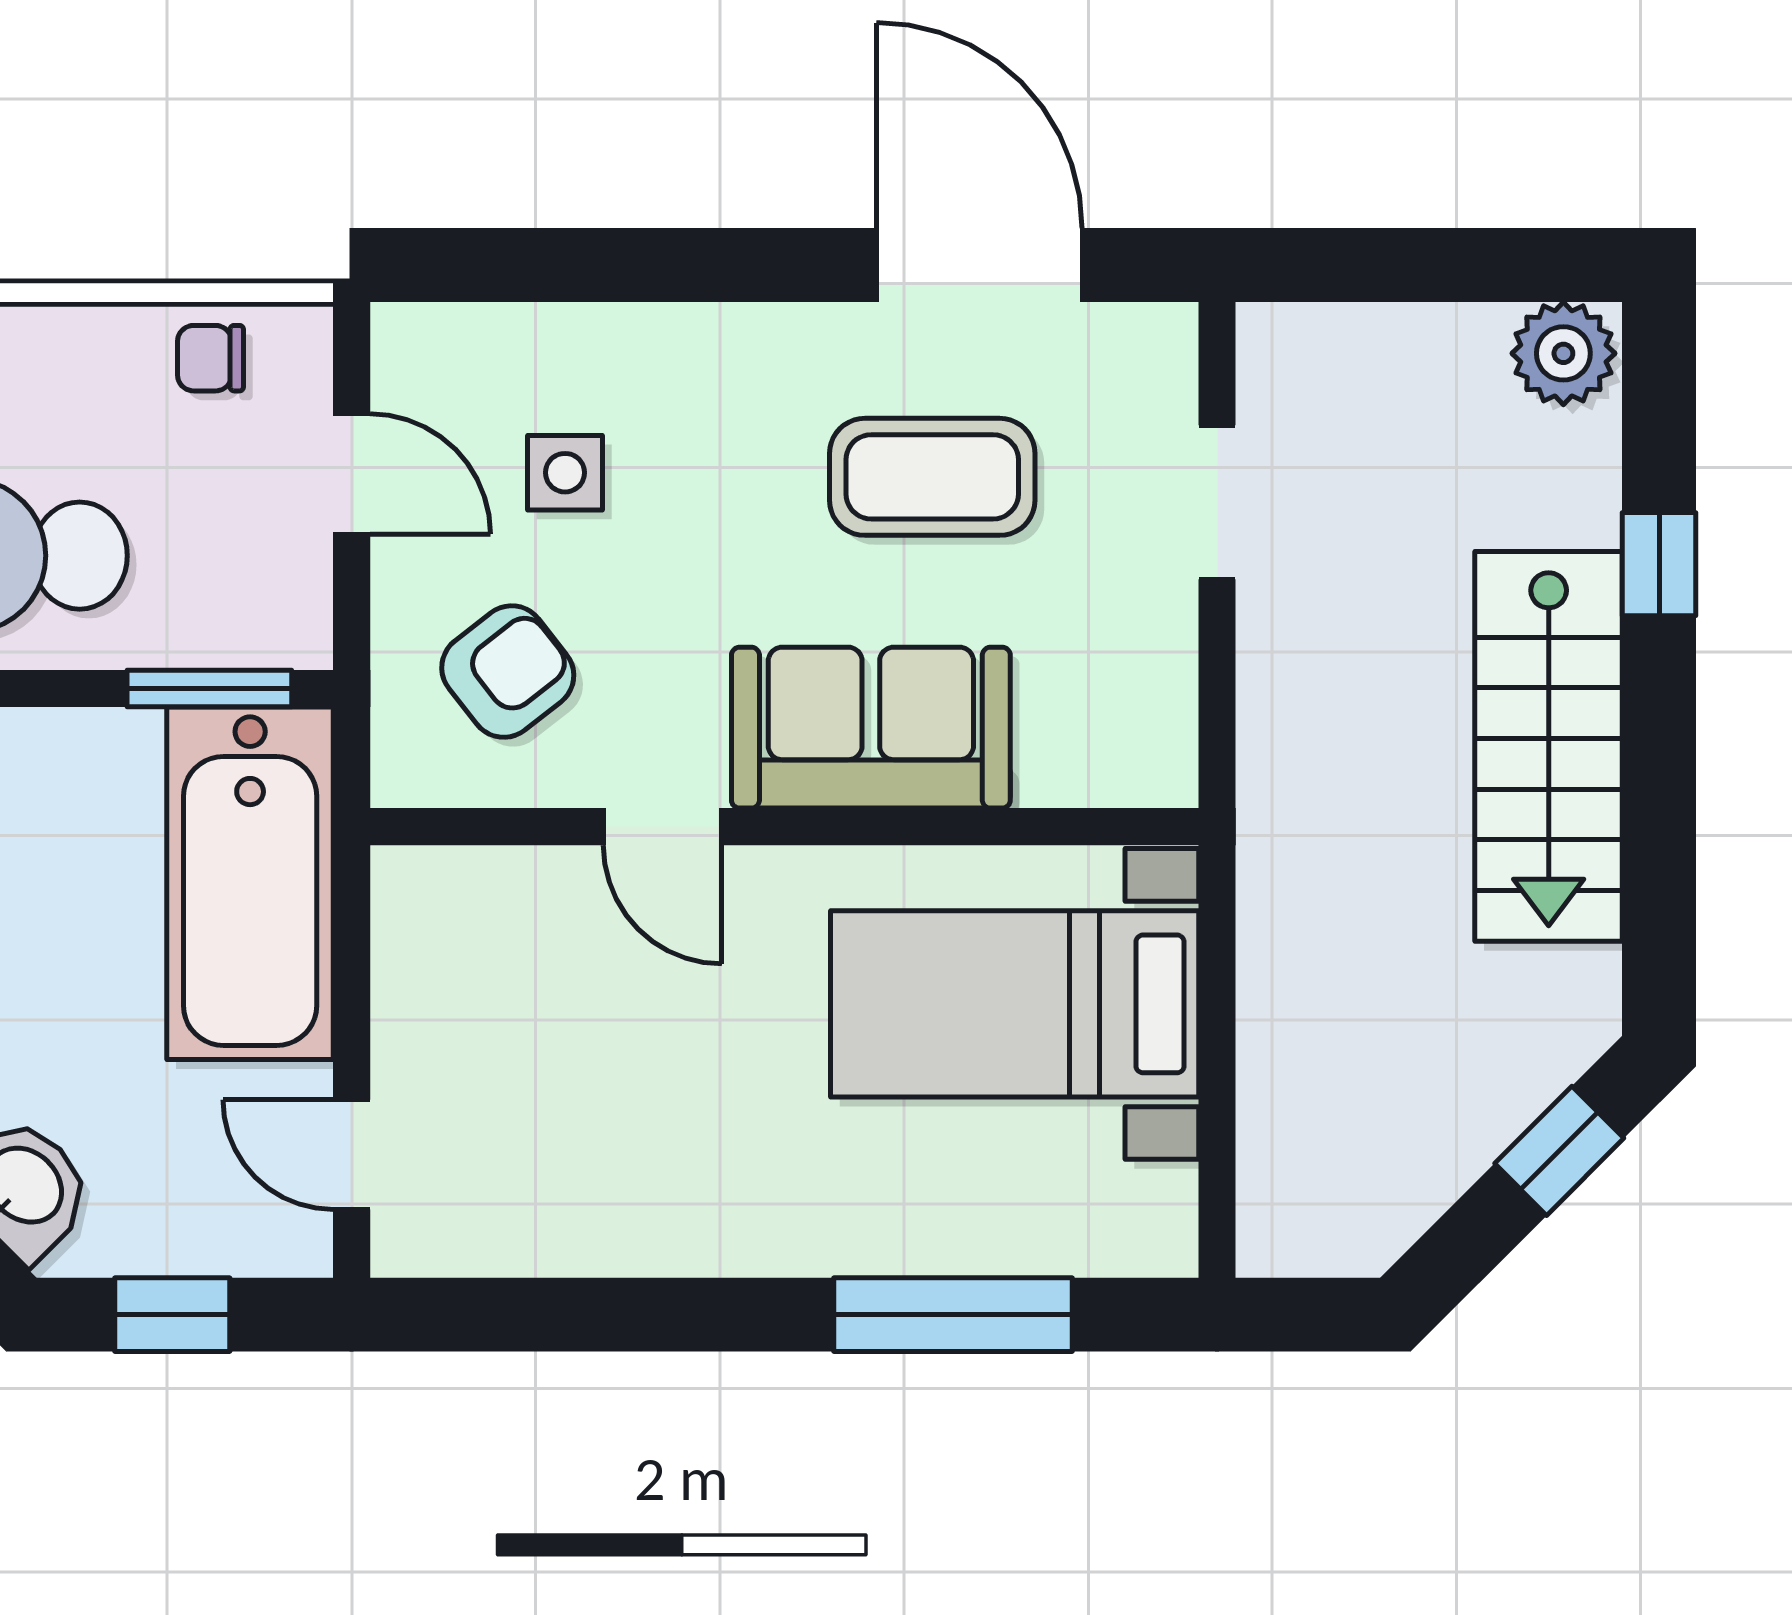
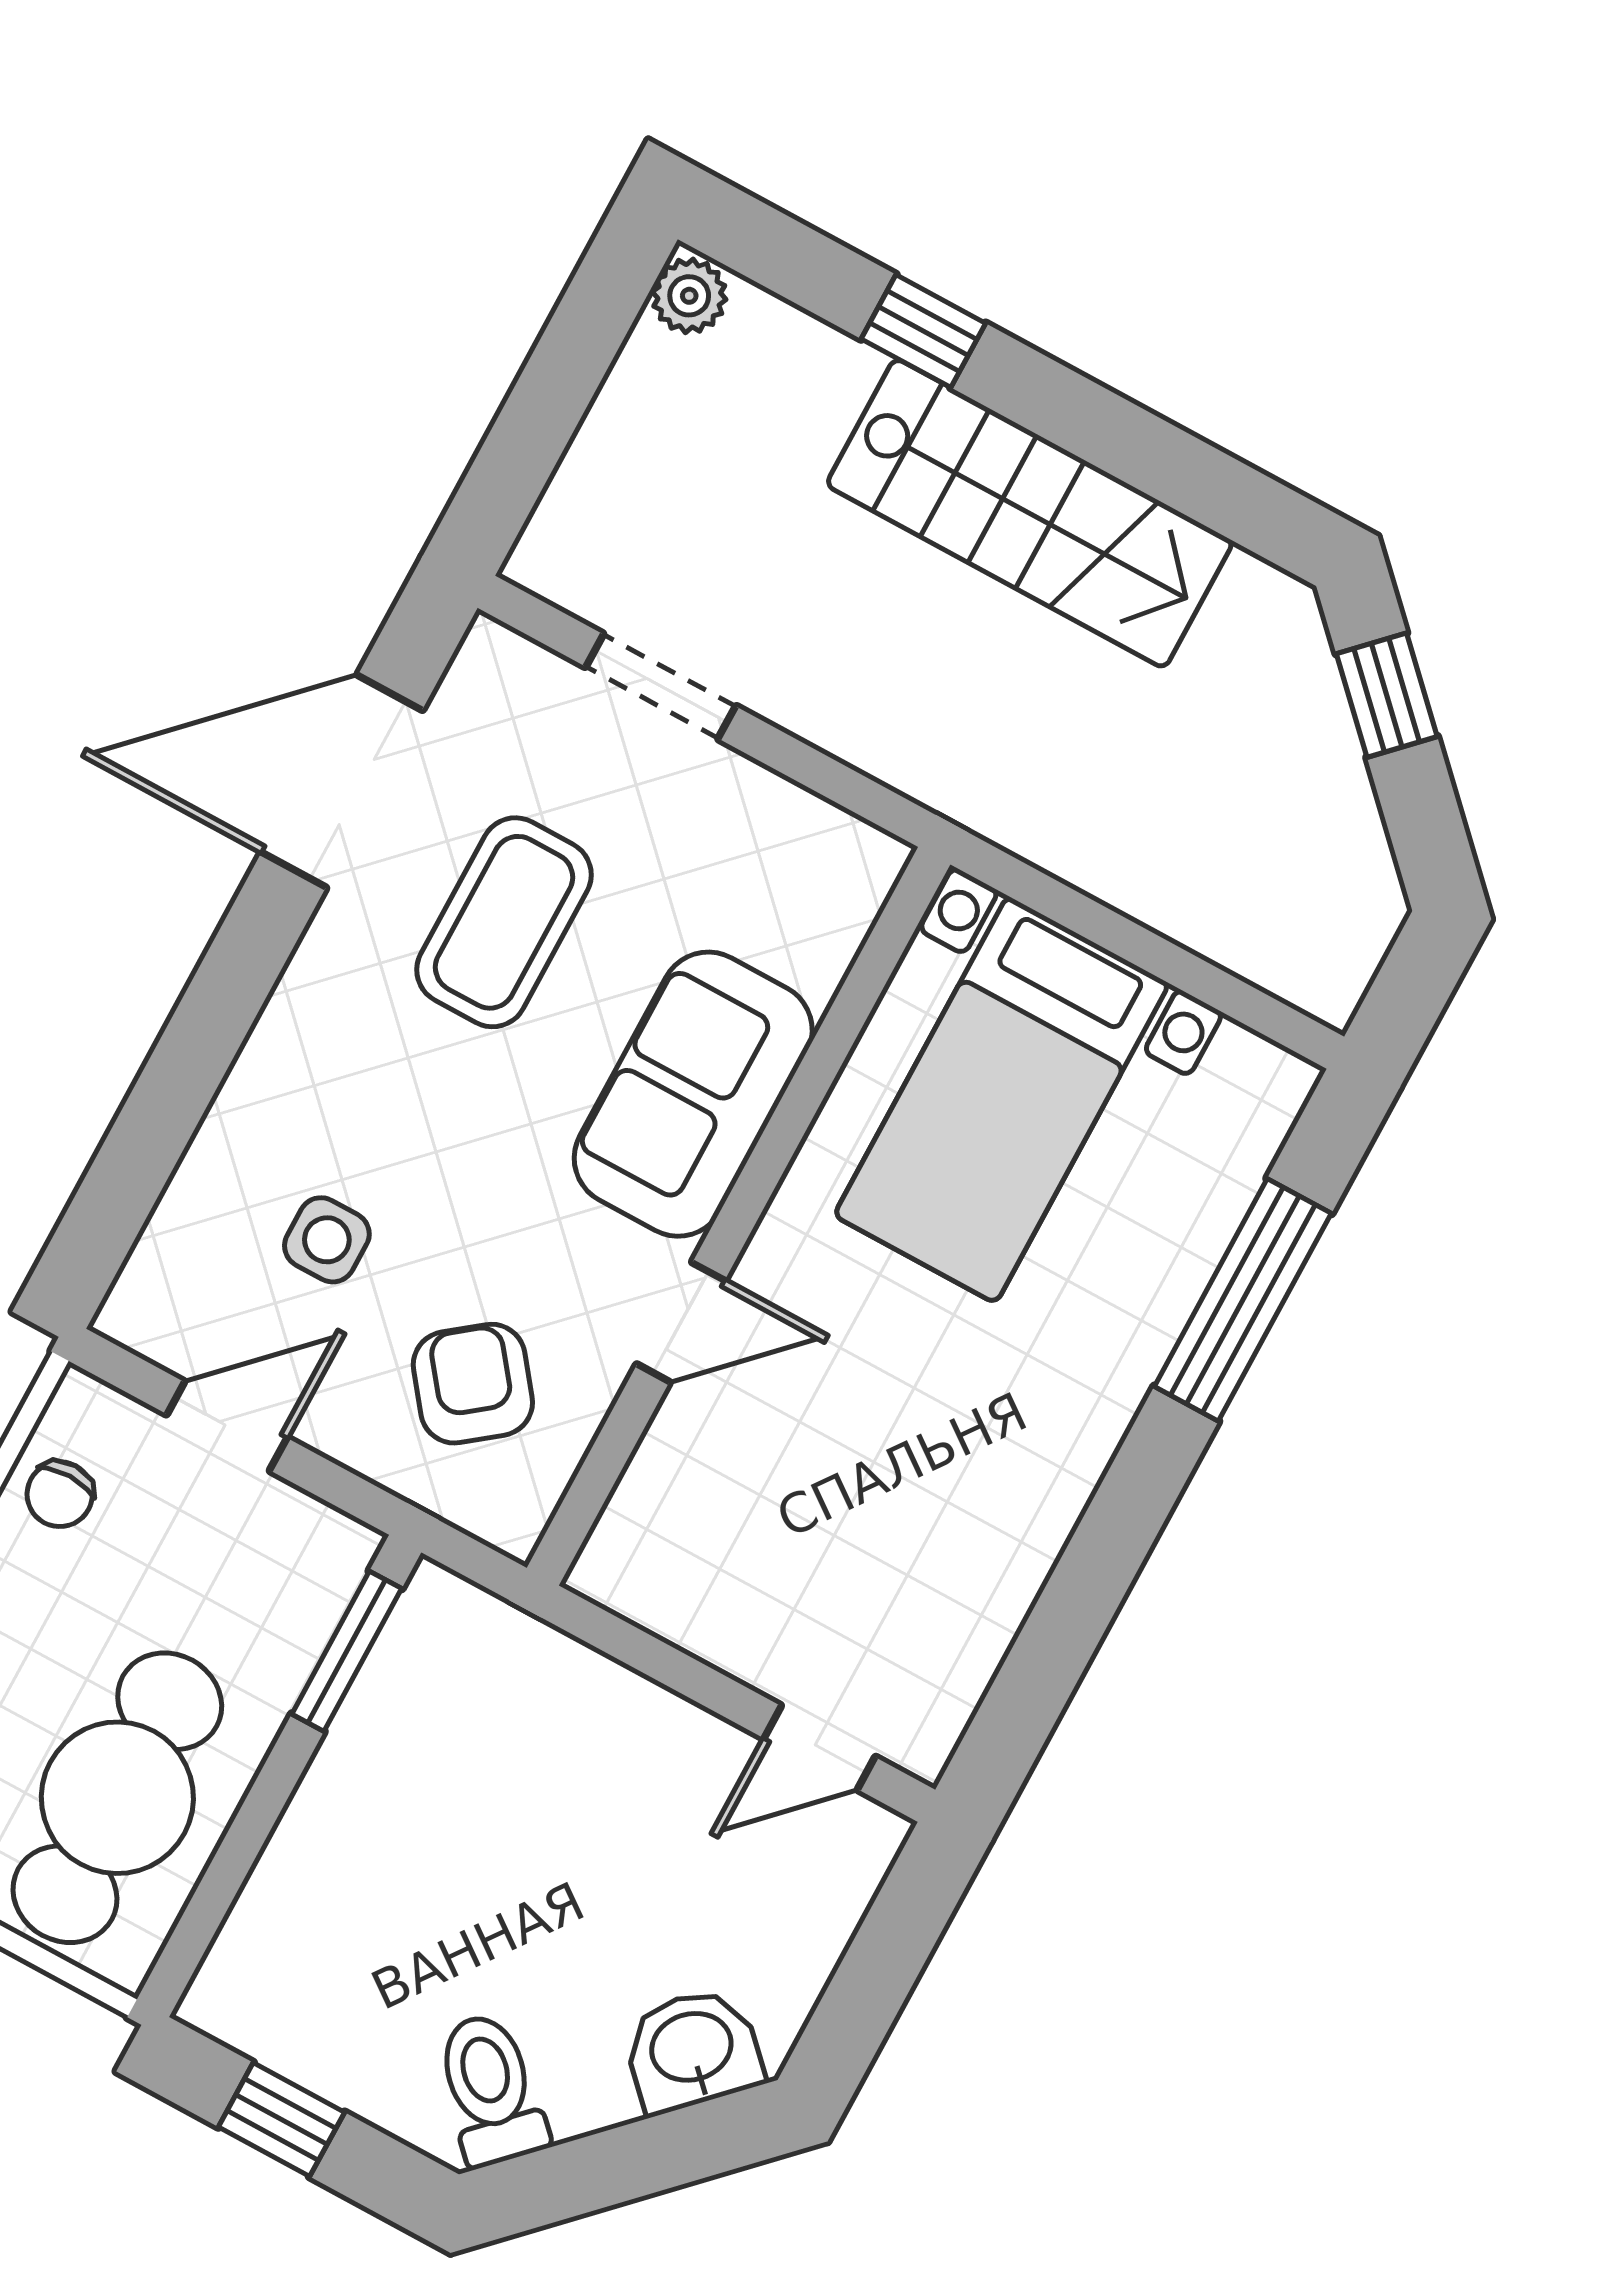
plant: (1563, 353) -> (689, 296), width x0.73, depth x0.73
bathtub: (250, 883) -> (535, 1708), removed
window: (172, 1315) -> (874, 1979), removed

